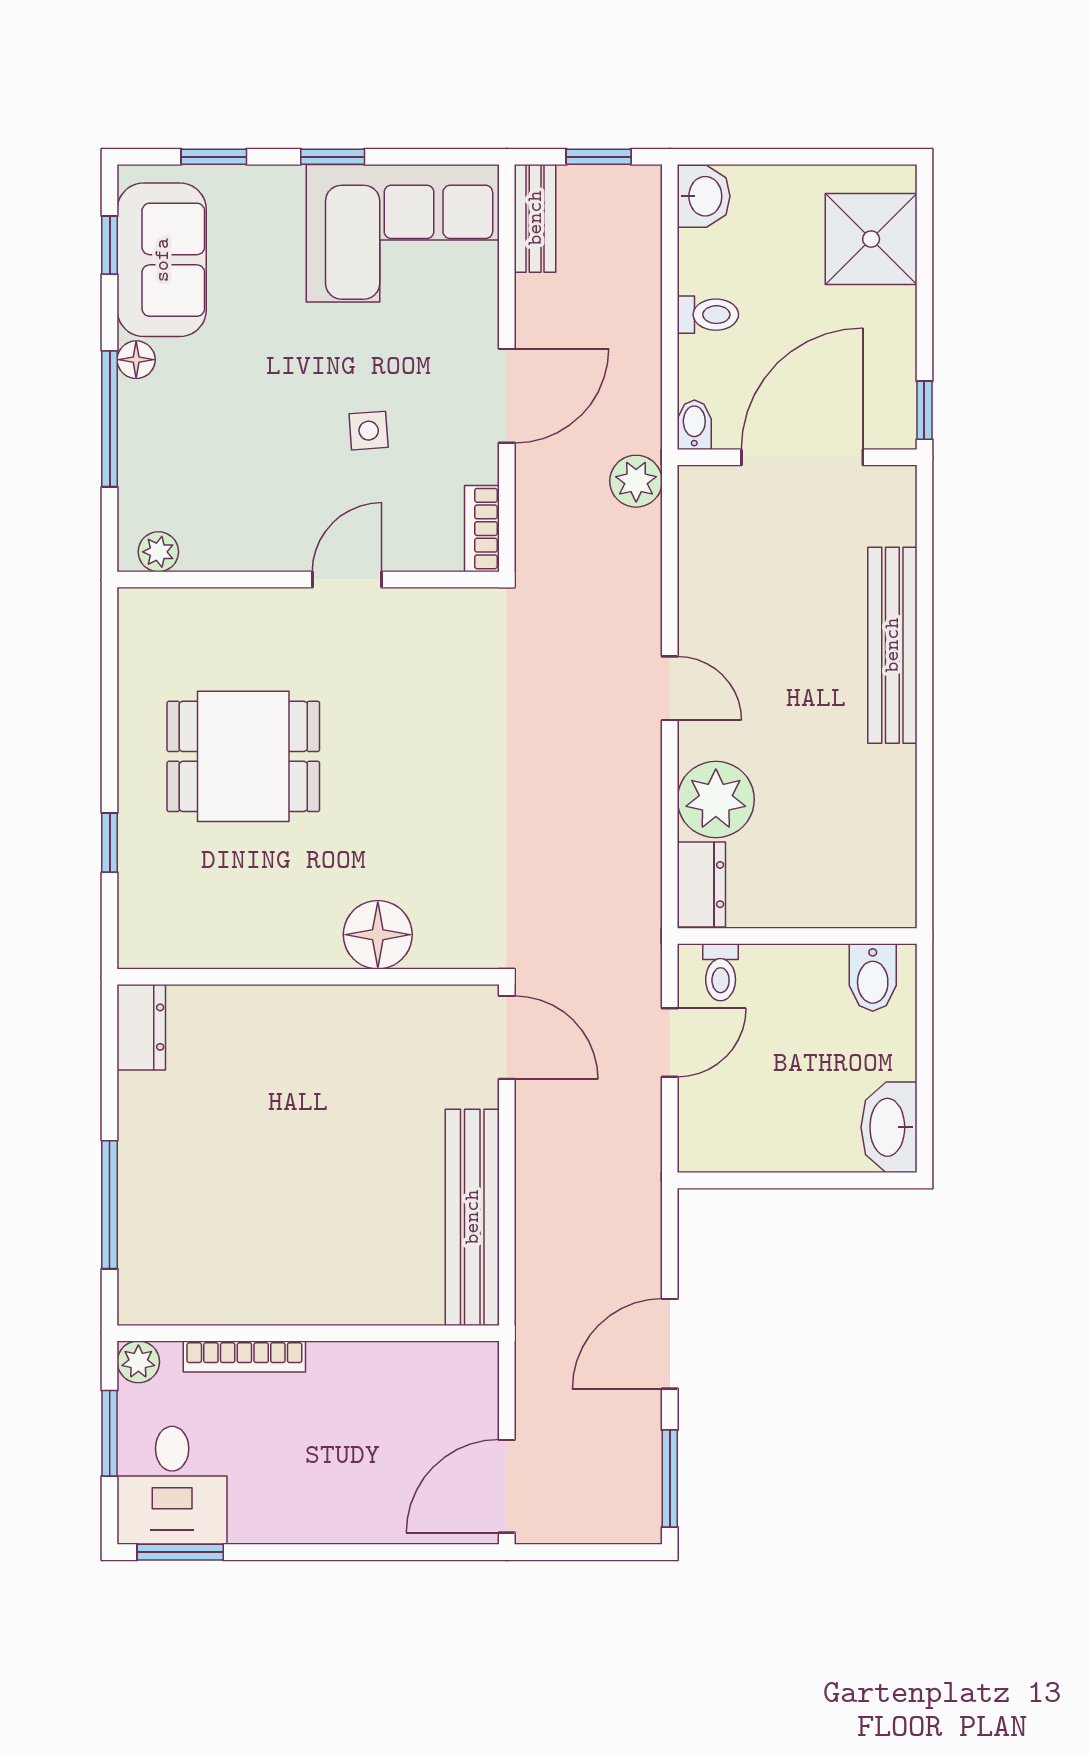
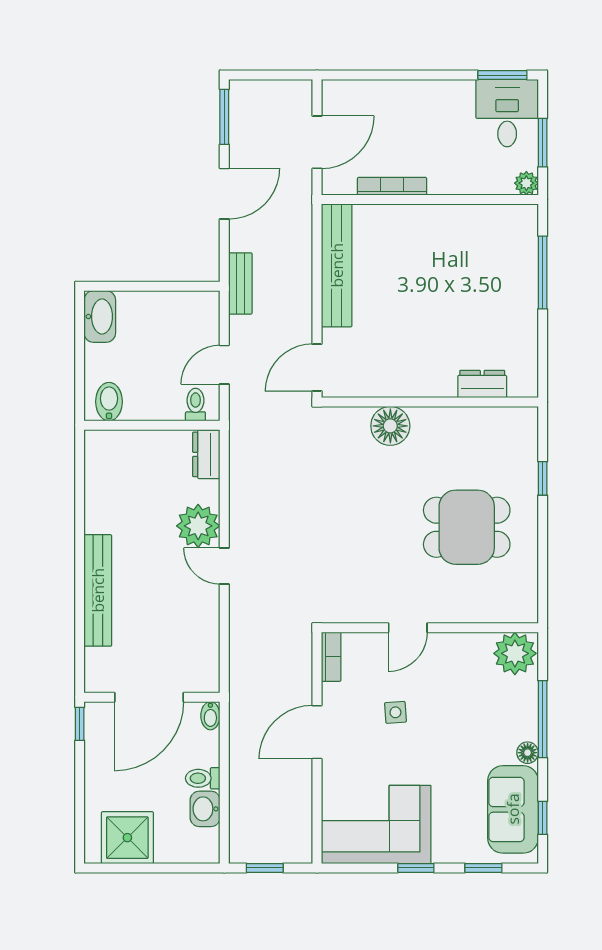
washbasin: (704, 196) -> (205, 809), moved
bench: (535, 218) -> (240, 283), moved
shower: (871, 239) -> (127, 838), moved
plant: (636, 481) -> (244, 684), removed
plant: (158, 552) -> (515, 653), width x1.88, depth x1.88
plant: (716, 799) -> (198, 526), moved
dresser: (141, 1027) -> (482, 384), moved, turned 90
door: (507, 1037) -> (317, 368), hinge flipped
bookcase: (244, 1356) -> (392, 186), moved
door: (507, 1486) -> (317, 142), moved

